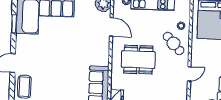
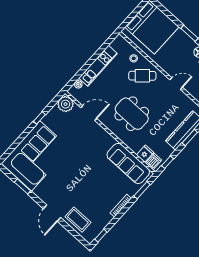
dining table: (138, 60) -> (132, 114), turned 90
door: (189, 74) -> (176, 84), hinge flipped

